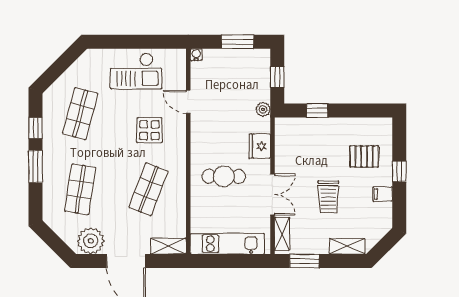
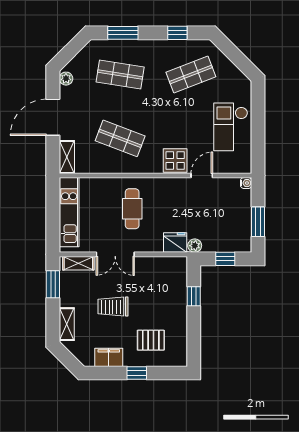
shop shelf: (80, 114) -> (191, 75), turned -36
display table: (149, 130) -> (175, 161), moved
fridge: (260, 146) -> (175, 242), moved
pallet: (364, 156) -> (151, 340), turned 90
window: (36, 166) -> (123, 33), moved
filing cabinet: (383, 194) -> (109, 357), width x2.00
plant: (91, 241) -> (66, 79), width x0.53, depth x0.53

